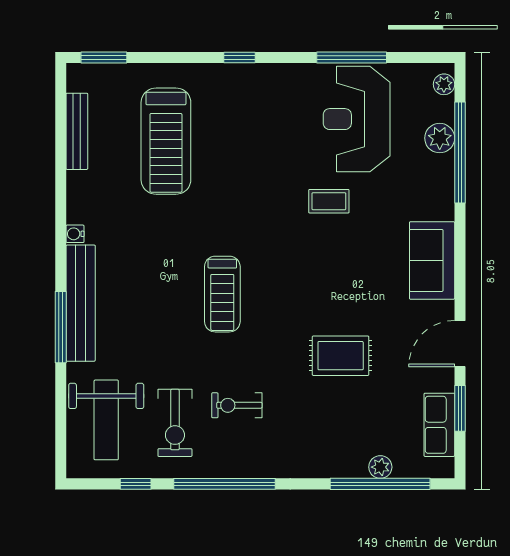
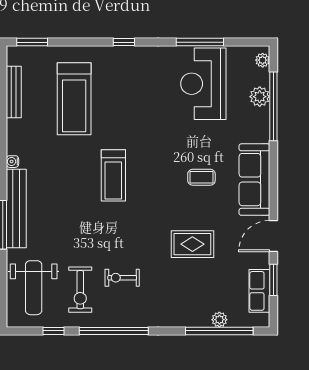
coffee table: (329, 201) -> (201, 177), moved
sofa: (432, 260) -> (254, 180), width x1.36
treadmill: (222, 294) -> (113, 175), moved

